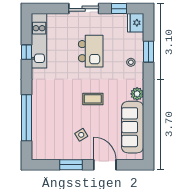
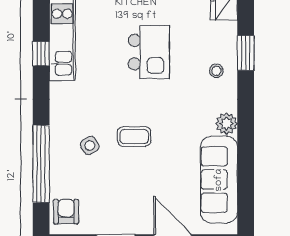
coffee table: (93, 99) -> (134, 136), moved
side table: (81, 135) -> (90, 146), moved
armchair: (41, 146) -> (66, 212), added

